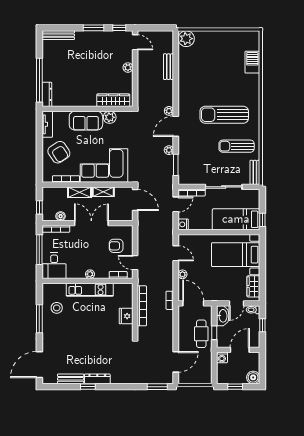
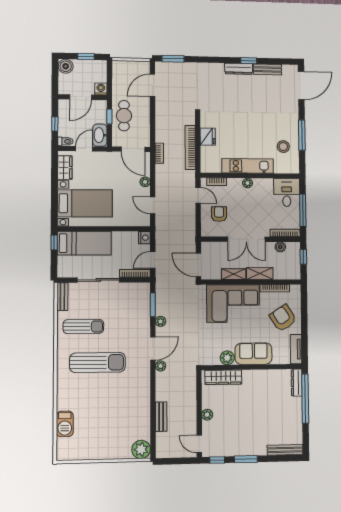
armchair: (116, 246) -> (219, 214), turned -90

